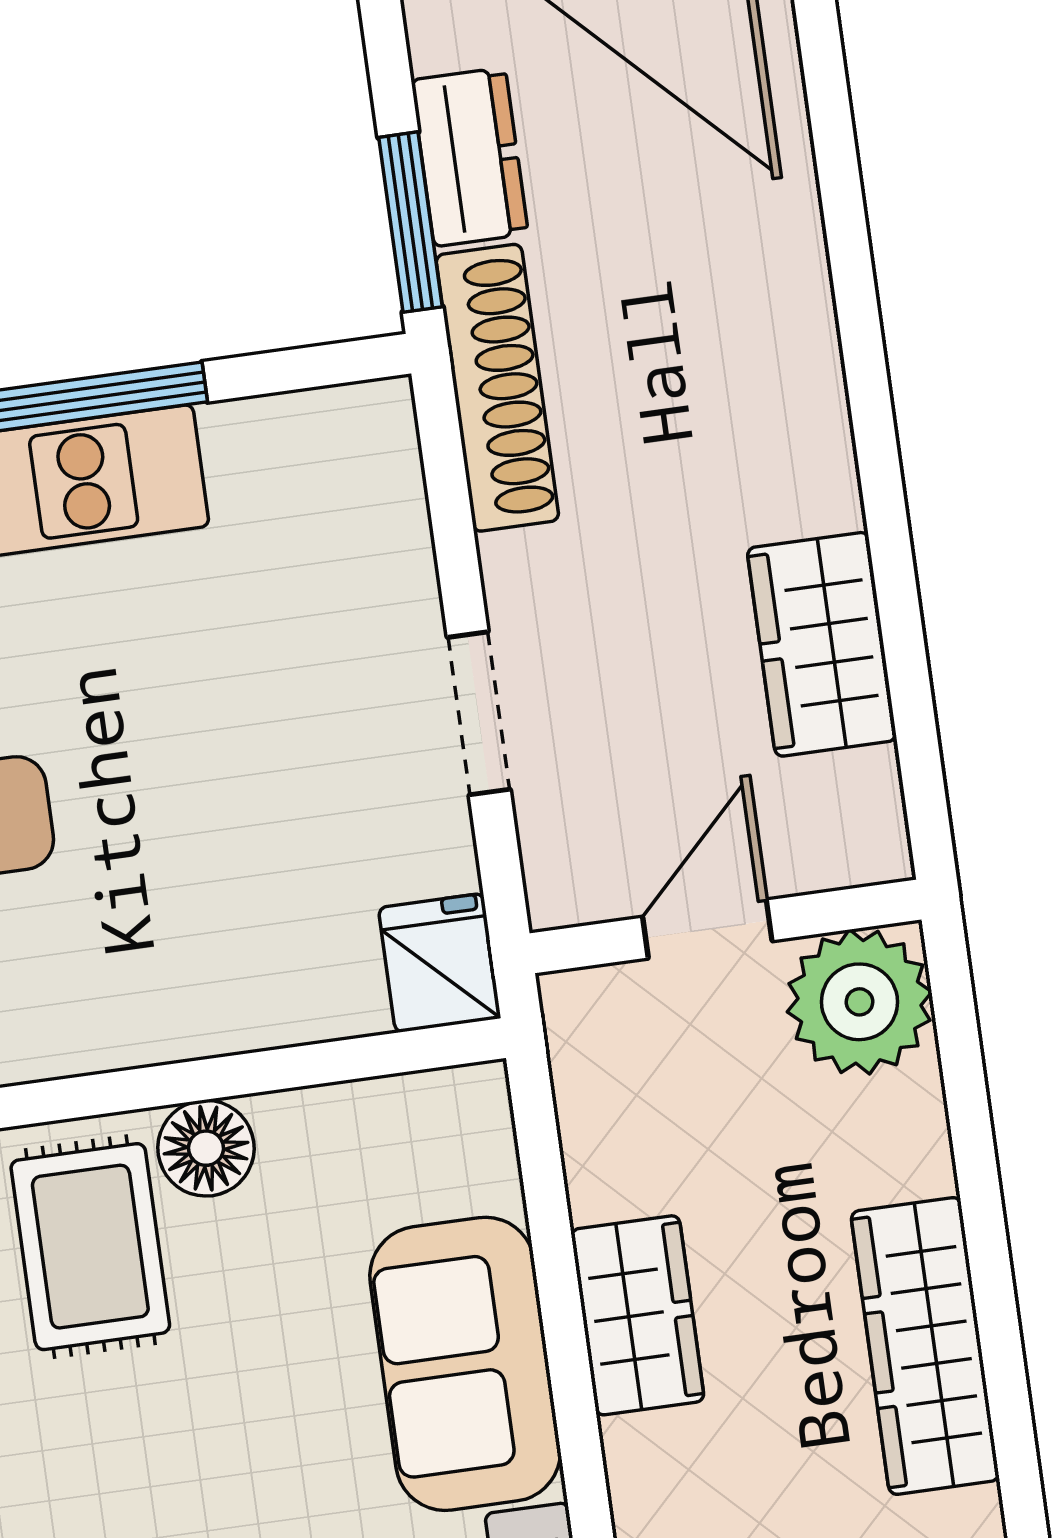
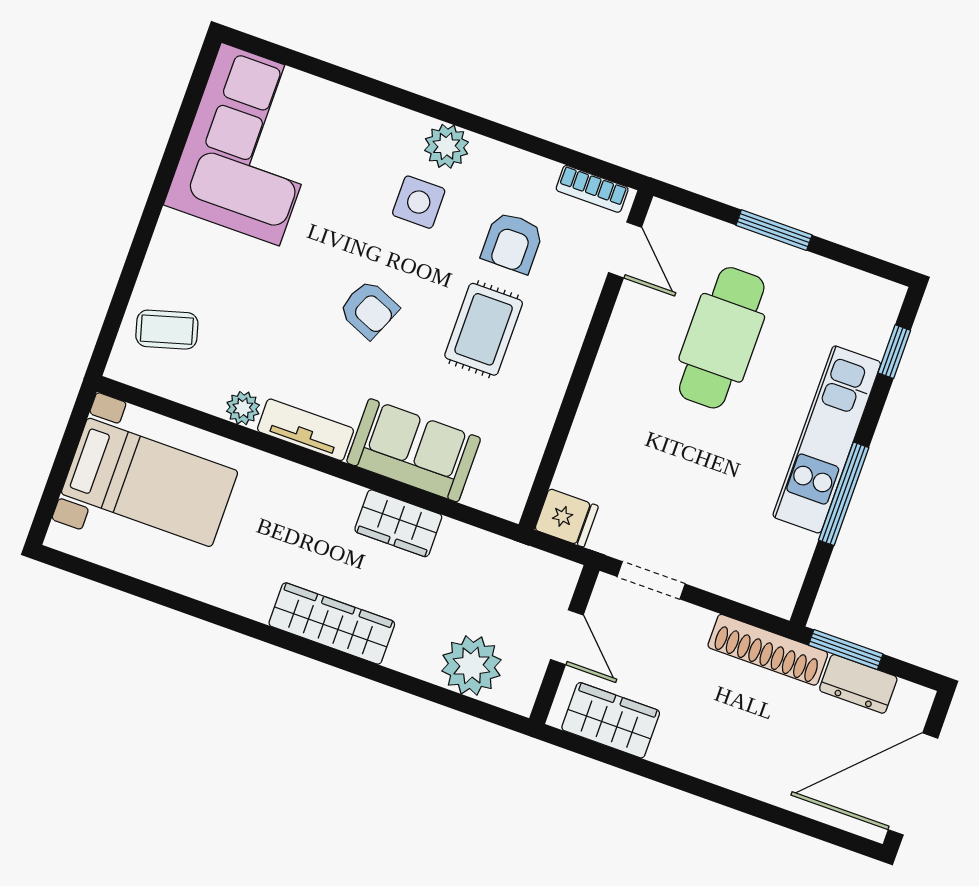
wall: (726, 926) -> (564, 644), moved
door: (707, 929) -> (567, 637), moved
floor lamp: (206, 1148) -> (543, 396), removed
rug: (90, 1247) -> (484, 329), moved, turned 90

